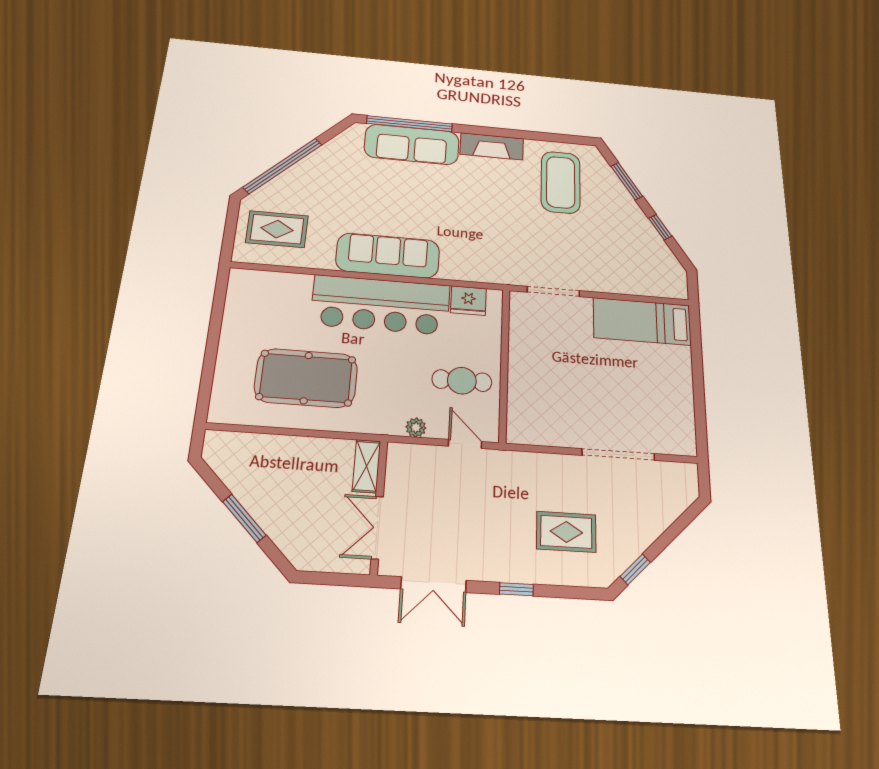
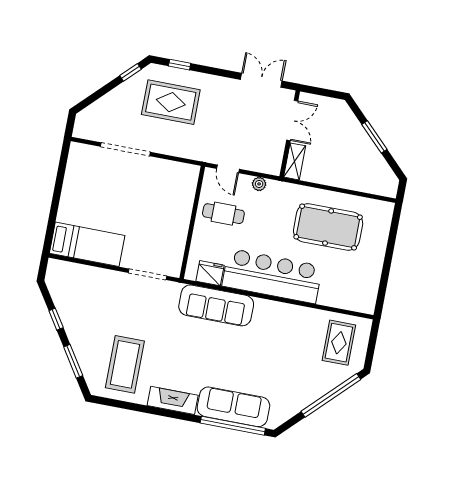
rug: (277, 229) -> (339, 343), turned 90
sofa: (388, 256) -> (216, 305), moved
rug: (566, 532) -> (171, 102), width x1.36, depth x1.43
window: (516, 589) -> (180, 65), moved

